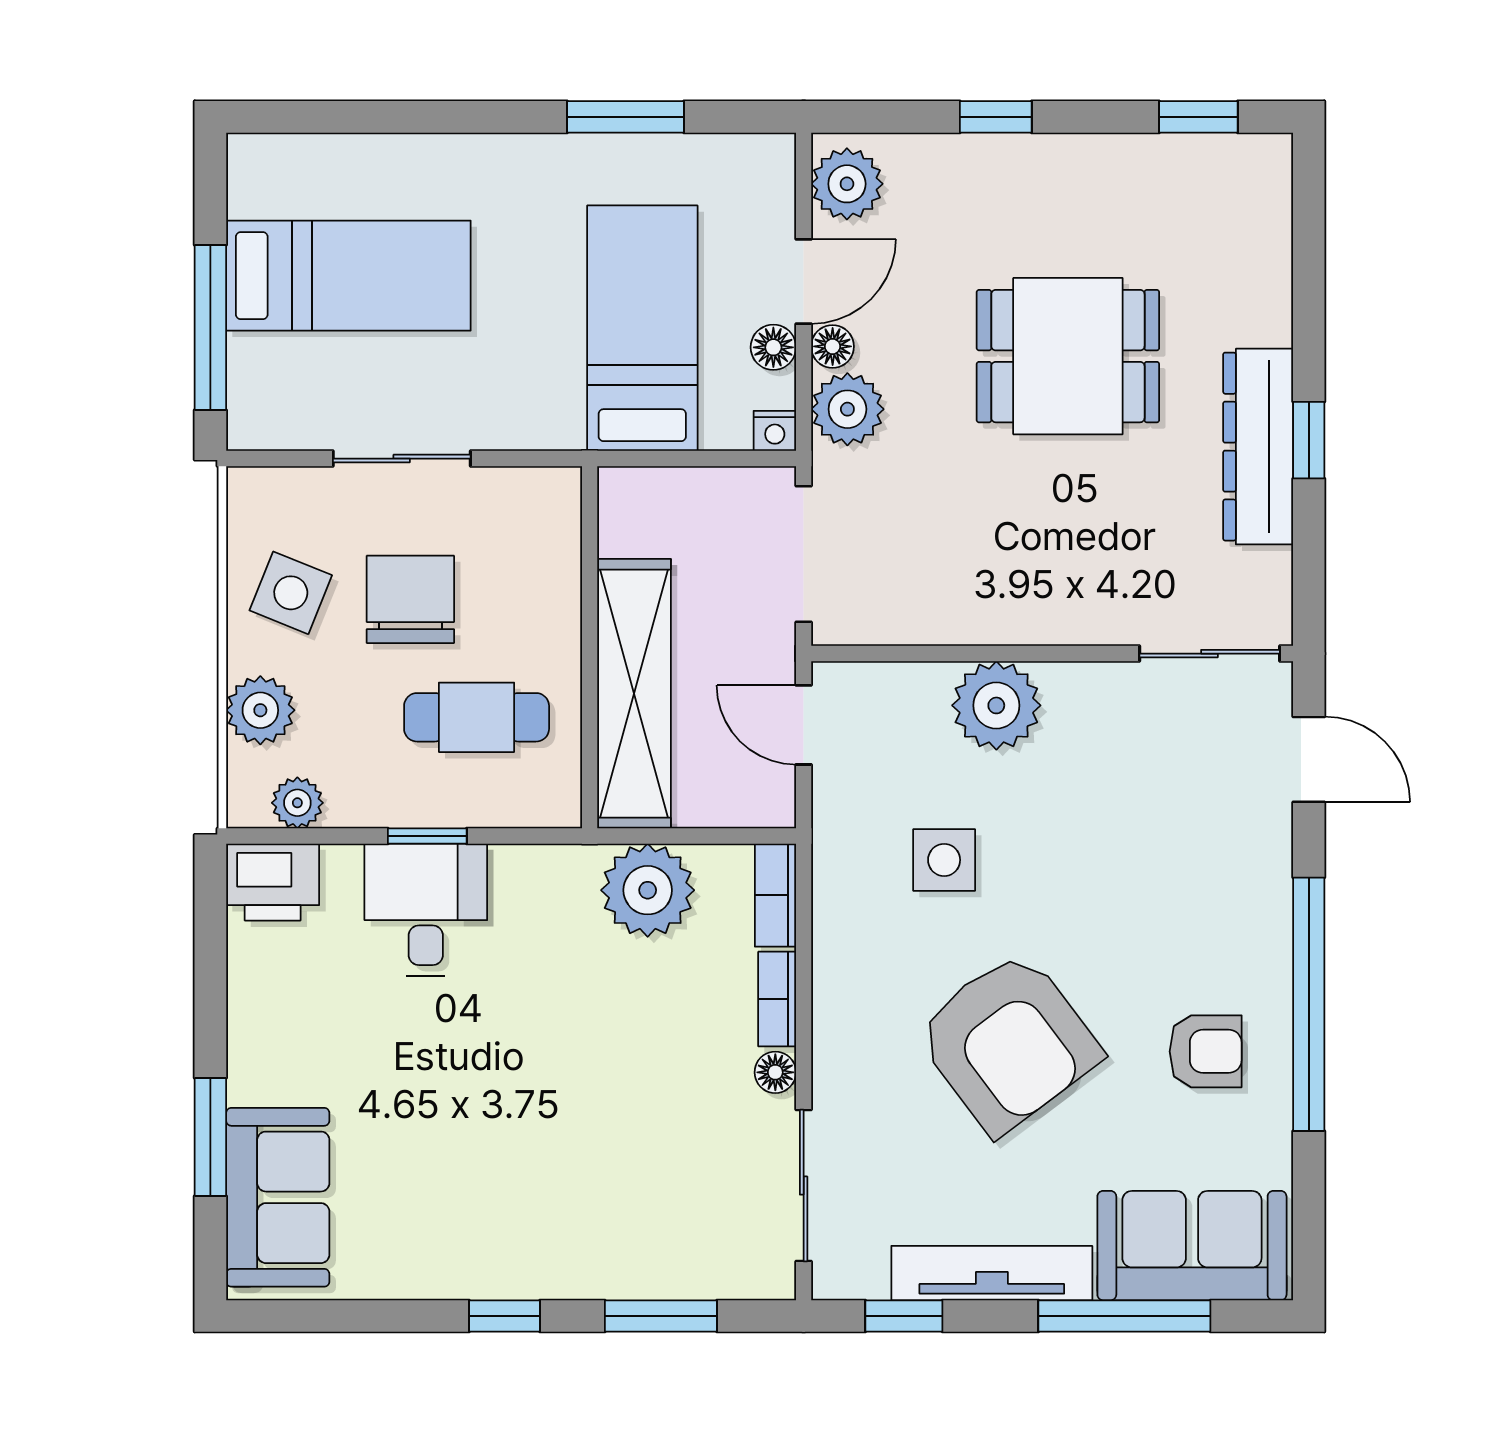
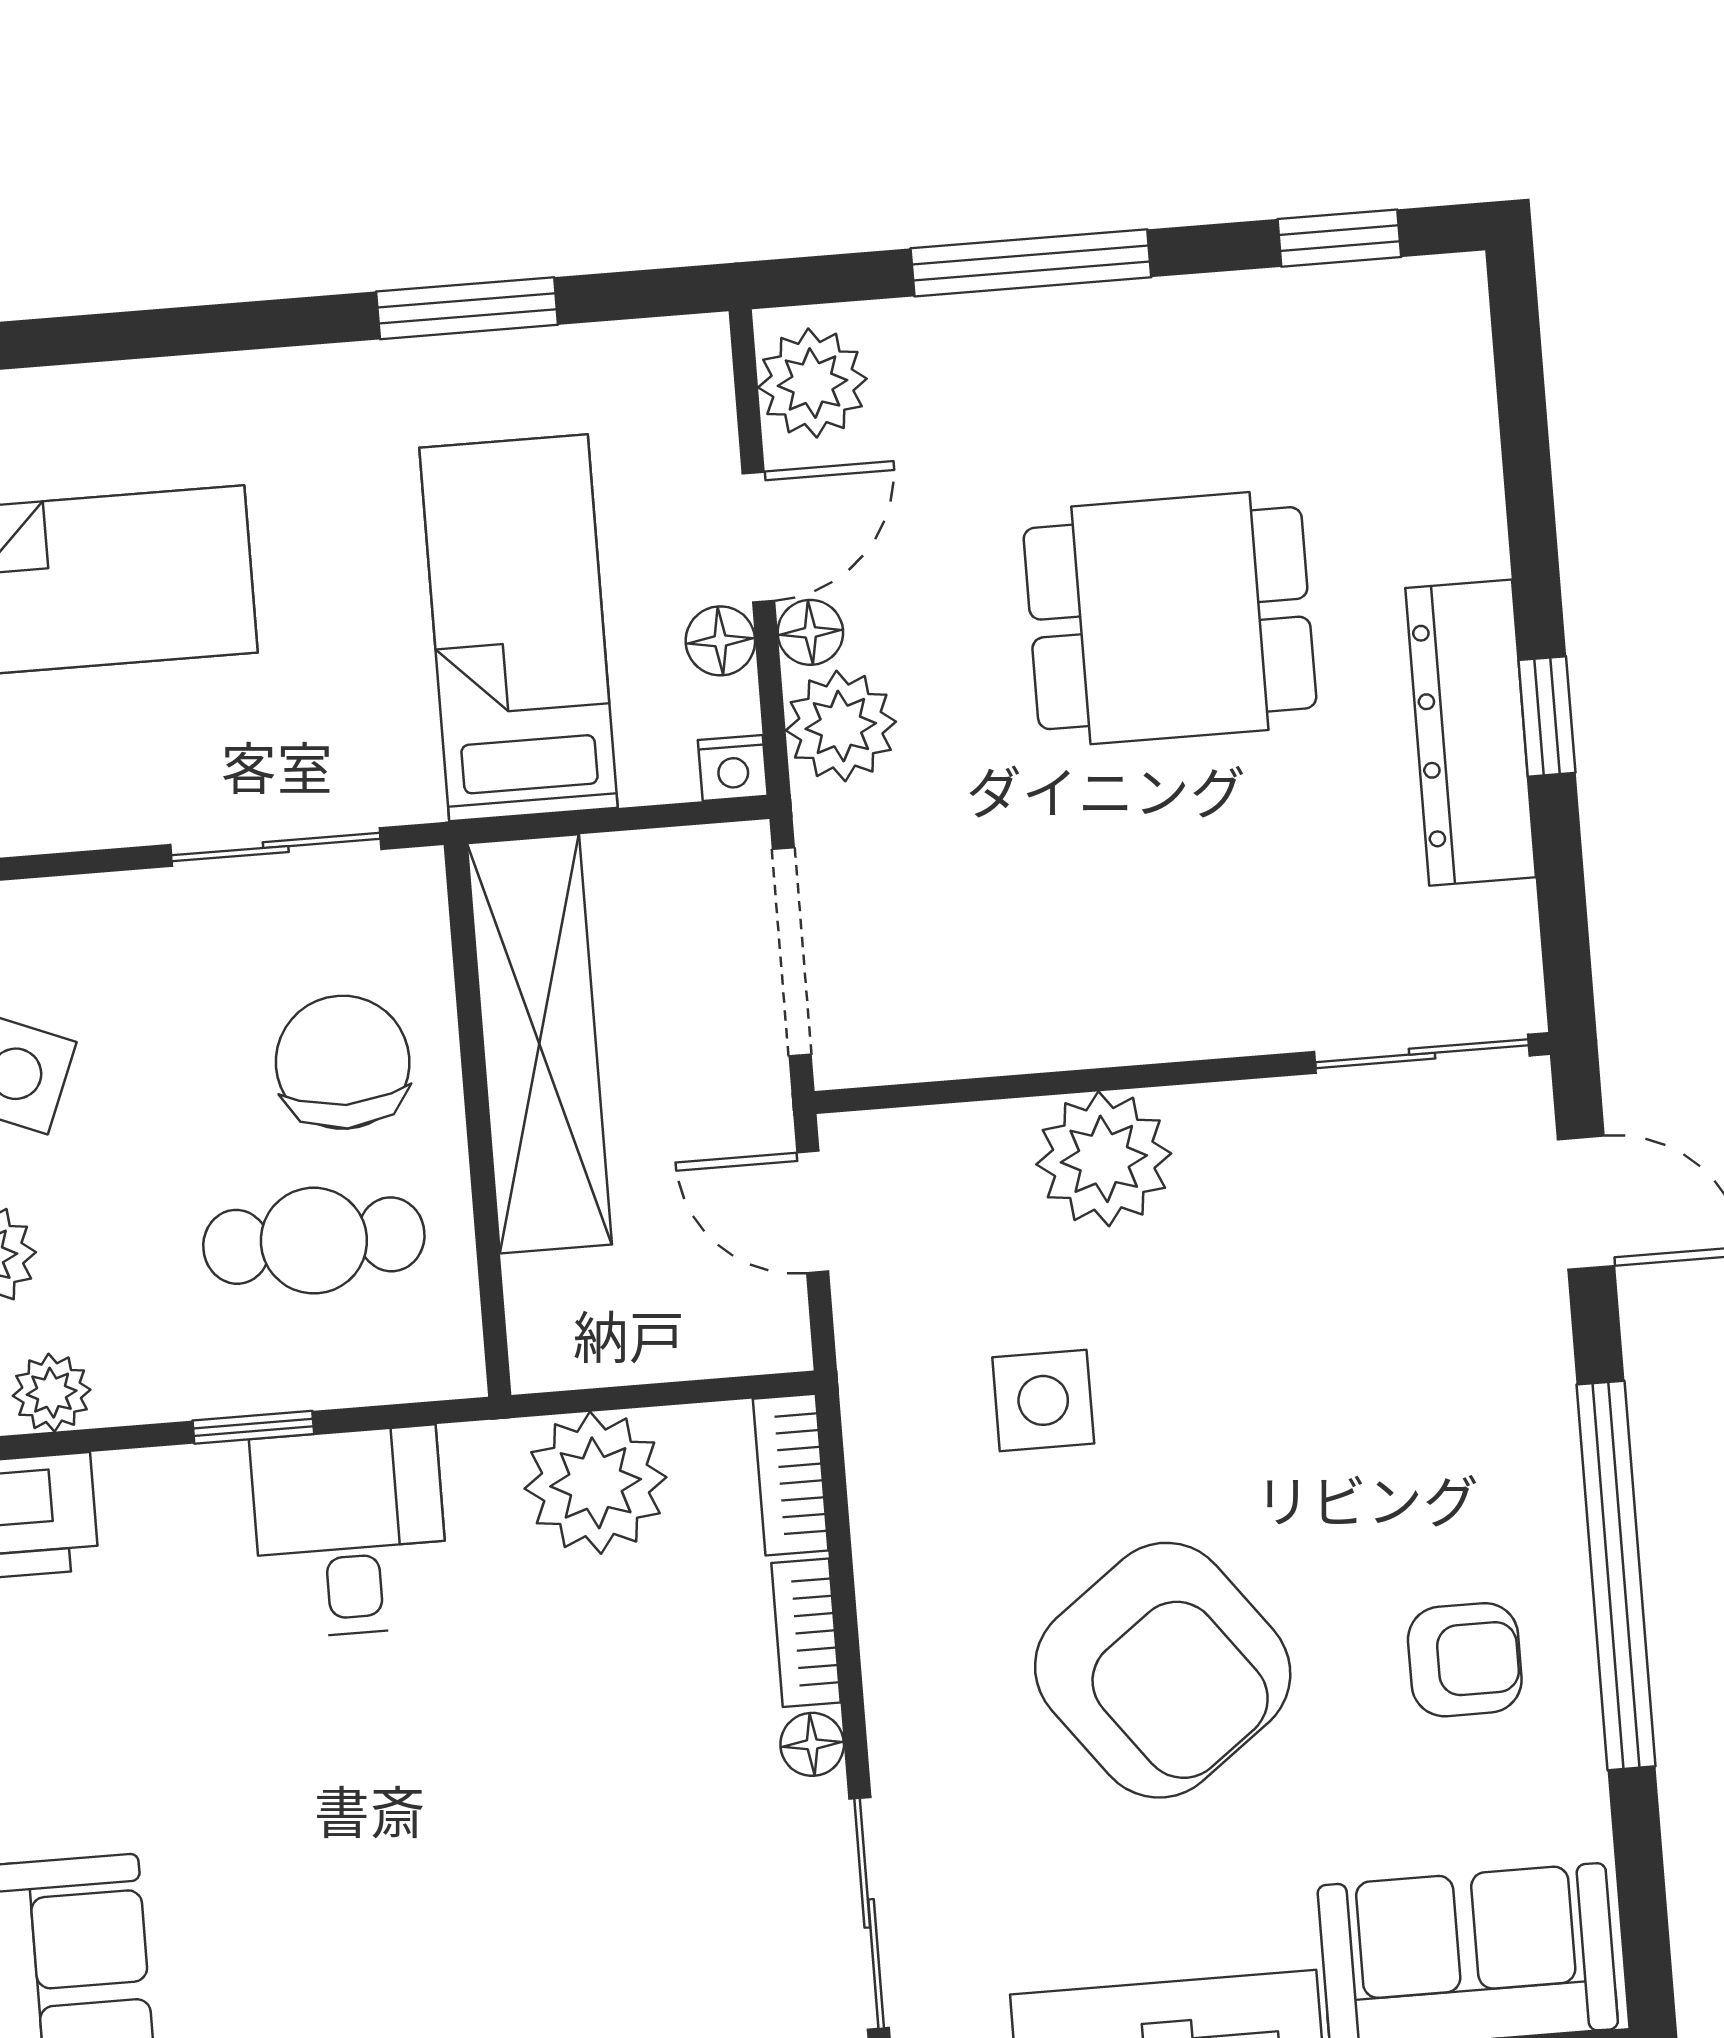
window: (996, 117) -> (1031, 263), width x2.17
sliding door: (402, 459) -> (276, 847), moved
chair: (410, 599) -> (343, 1062), moved
shelving: (634, 694) -> (539, 1044), moved
desk: (426, 910) -> (350, 1532), moved

